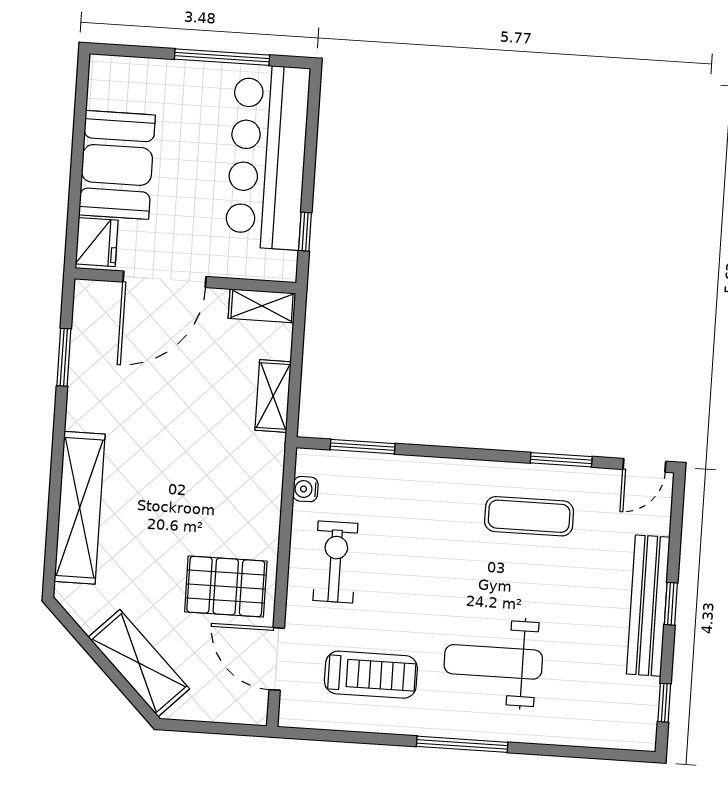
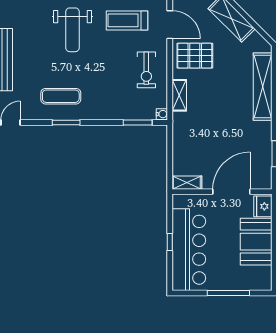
window: (222, 57) -> (228, 293), moved
window: (305, 232) -> (170, 242), moved
shelving: (273, 396) -> (179, 95), moved
window: (561, 460) -> (66, 122), moved
water cooler: (305, 489) -> (162, 114), moved
weight bench: (493, 662) -> (72, 30), turned 90

